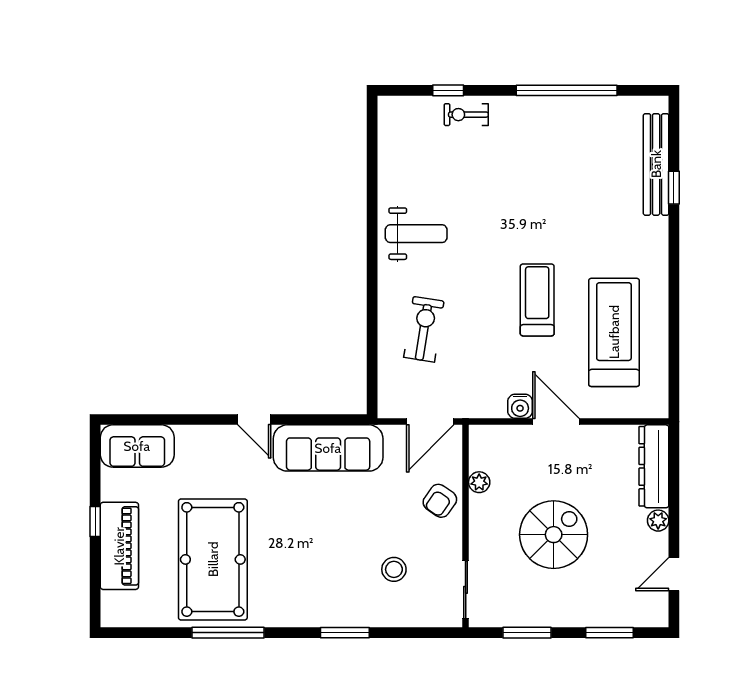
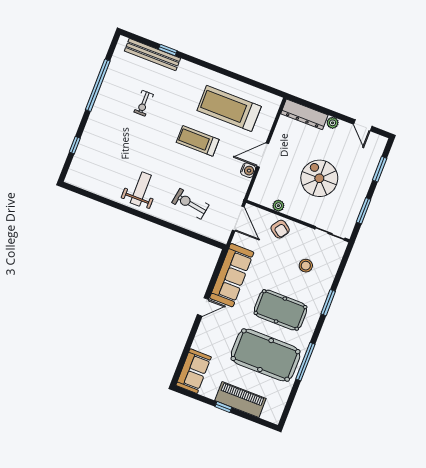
exercise bike: (466, 115) -> (144, 103), moved
pool table: (301, 555) -> (280, 310), added

